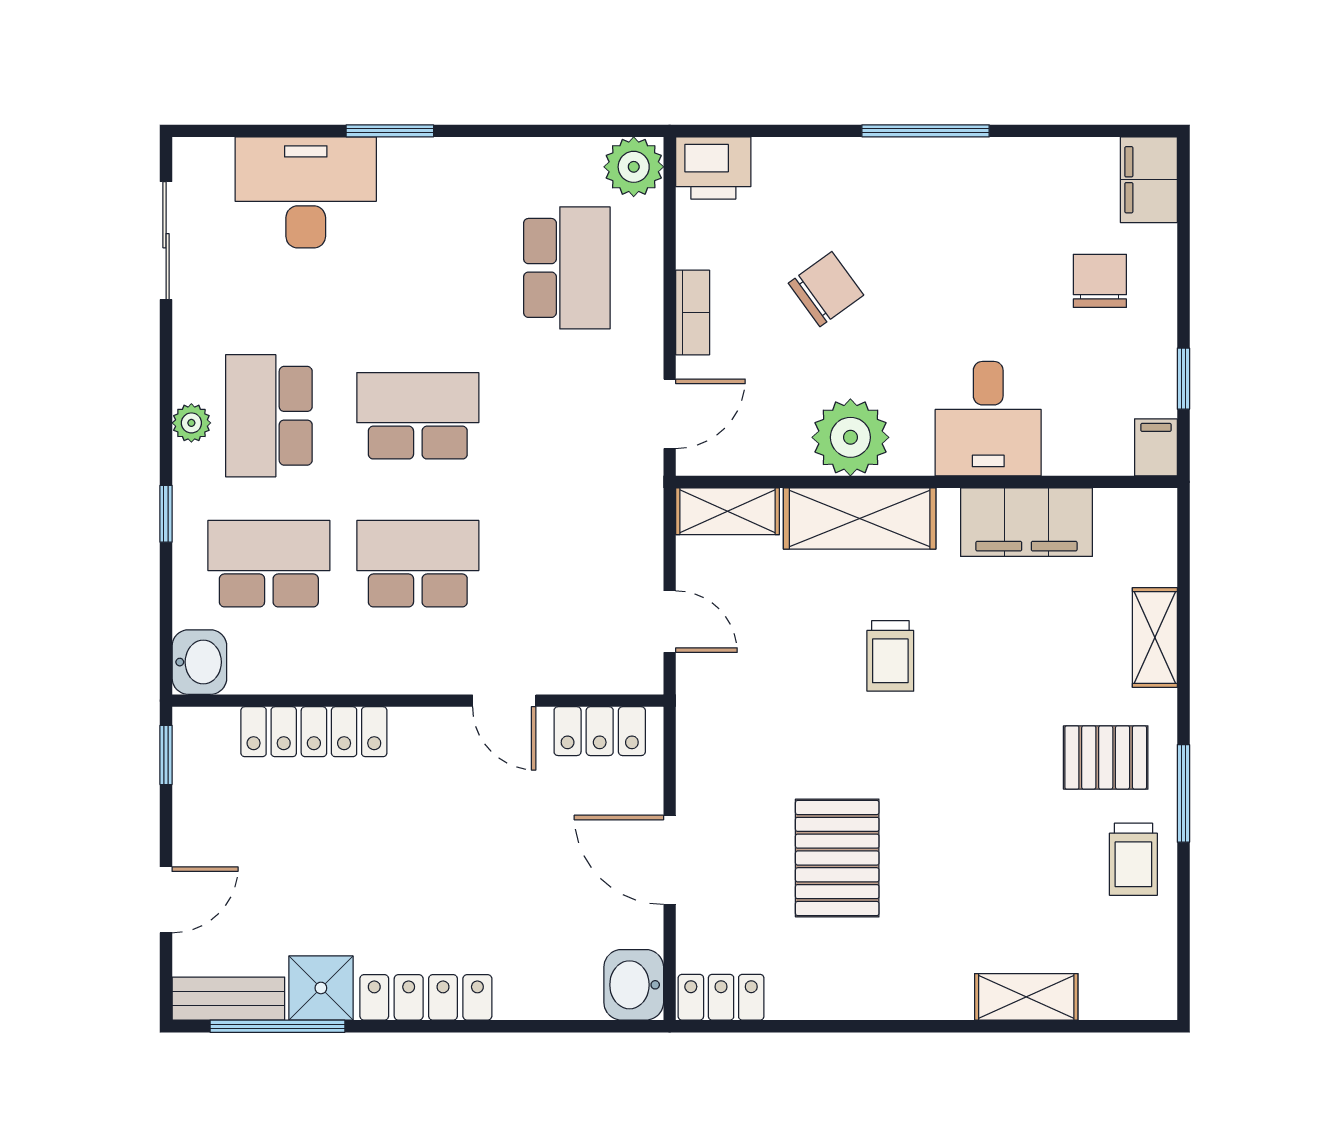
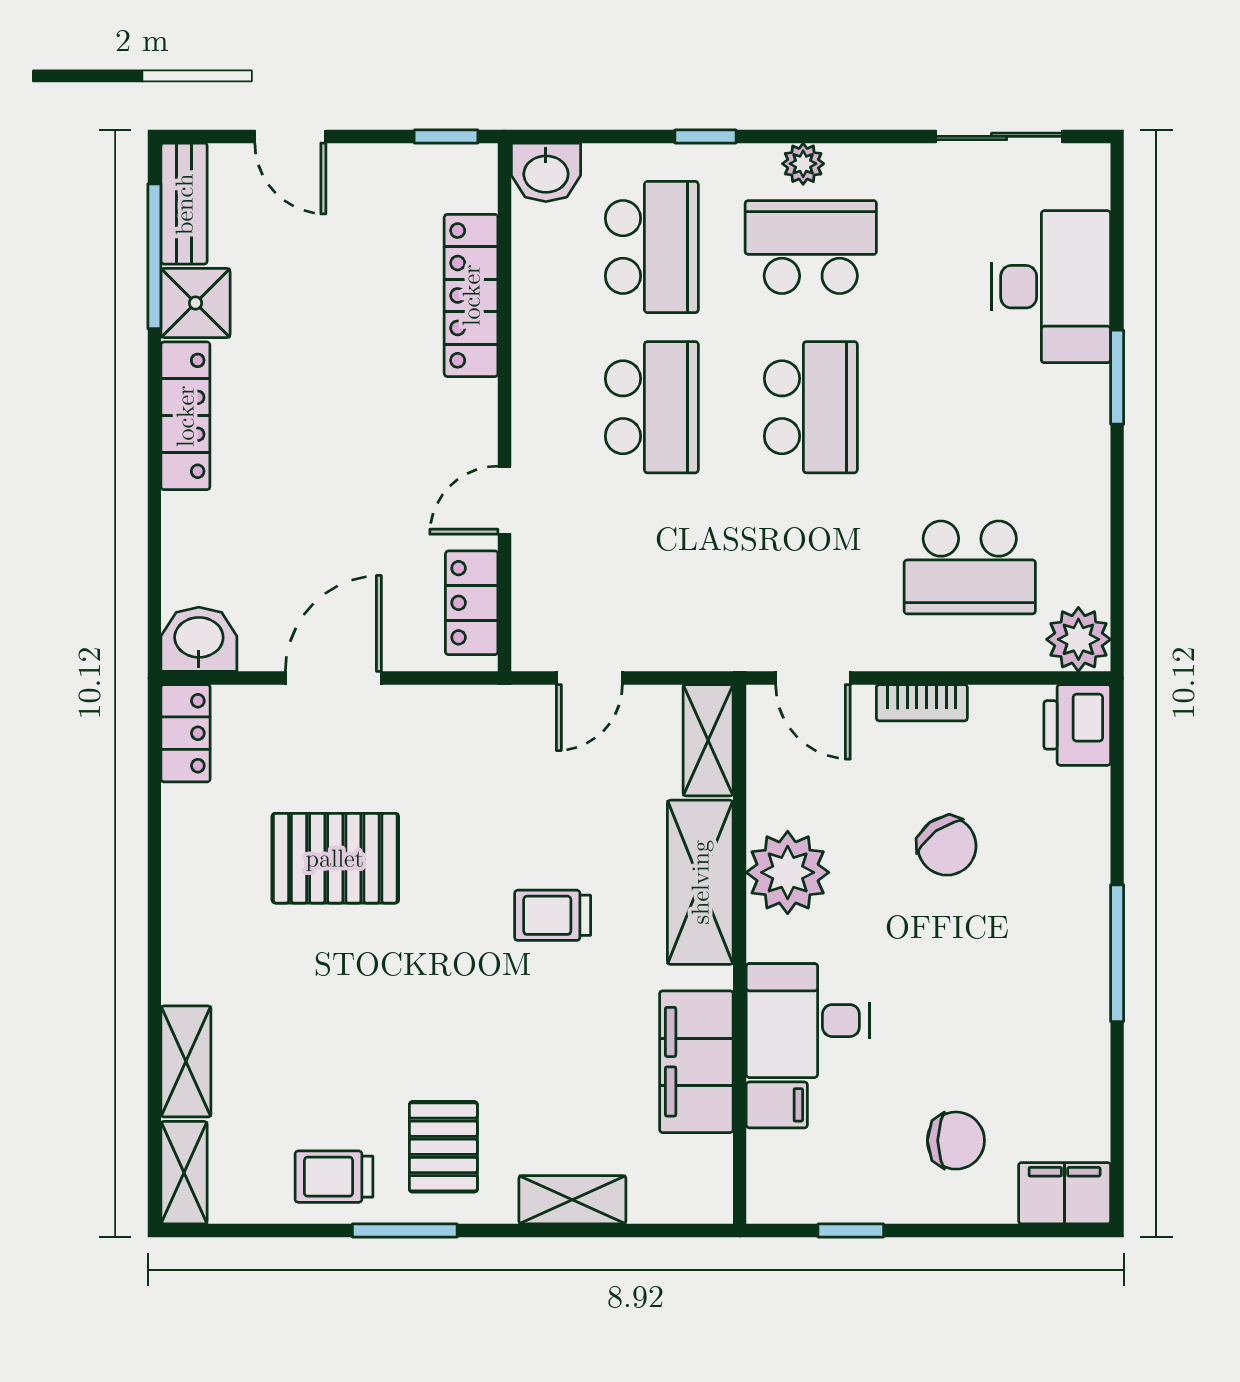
filing cabinet: (1156, 447) -> (777, 1105), moved
shelving: (1130, 999) -> (184, 1173), added

